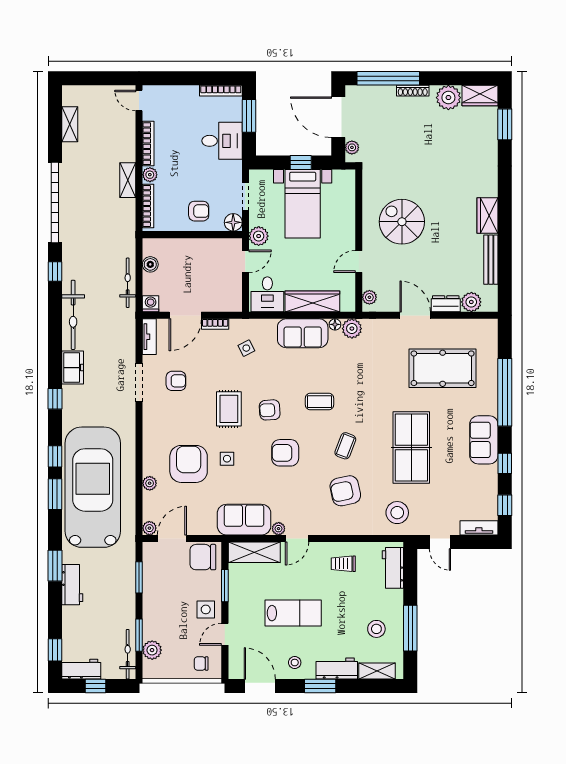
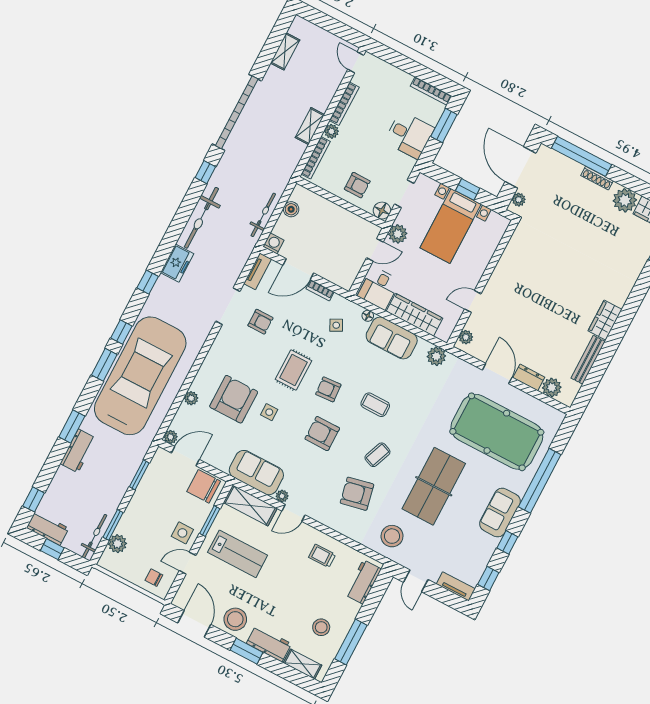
spiral stairs: (402, 222) -> (528, 287), removed
floor lamp: (335, 324) -> (368, 316), moved
pool table: (443, 368) -> (497, 432), width x1.36, depth x1.32
lab bench: (293, 613) -> (238, 554), moved
stool: (295, 663) -> (235, 619), width x1.89, depth x1.89

